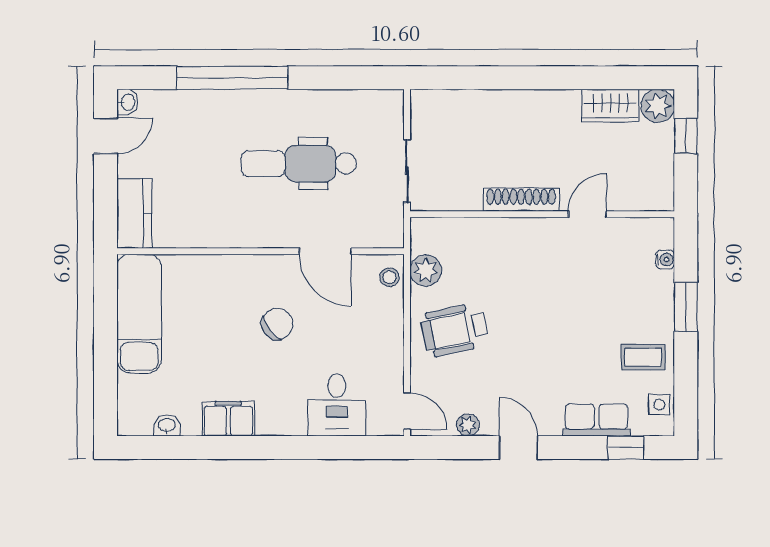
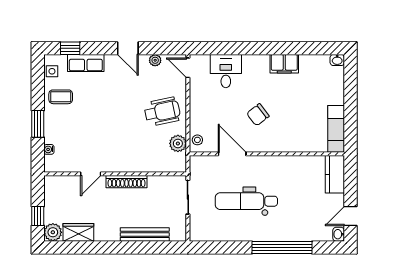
bench: (487, 102) -> (145, 234), added
dental chair: (299, 164) -> (246, 201), turned 180
exam couch: (139, 314) -> (336, 129), width x0.73, depth x0.69
washbasin: (167, 426) -> (337, 60), moved

